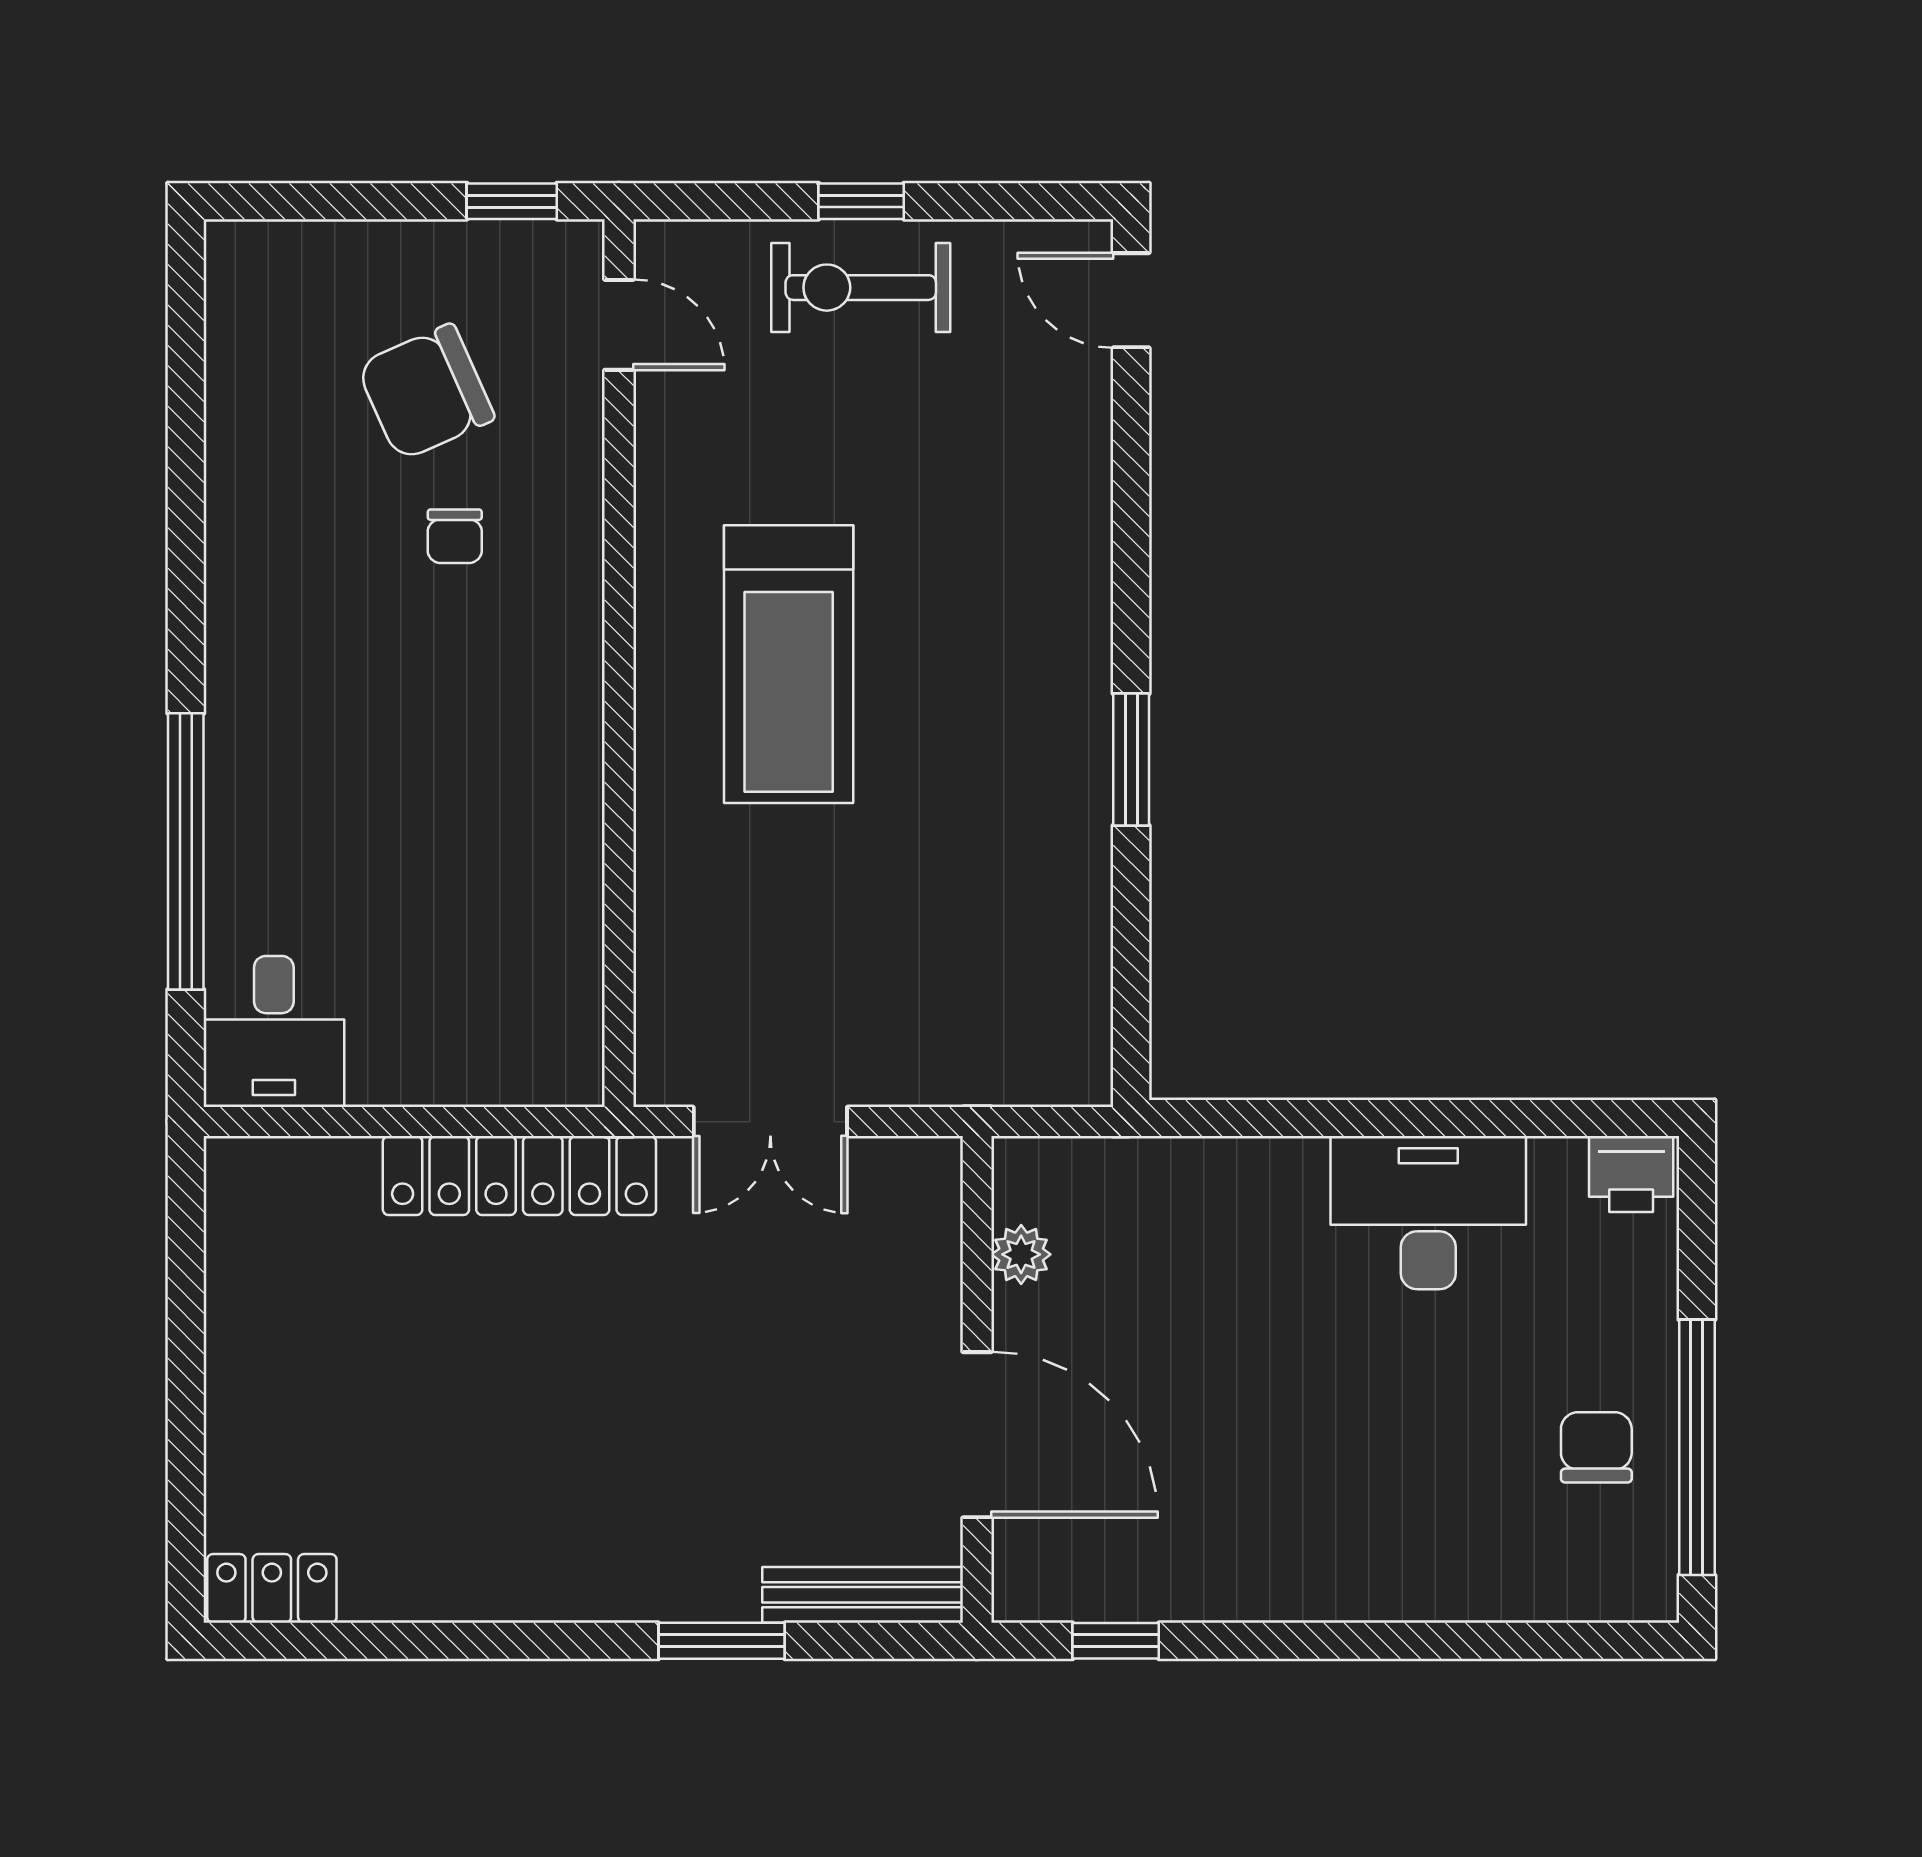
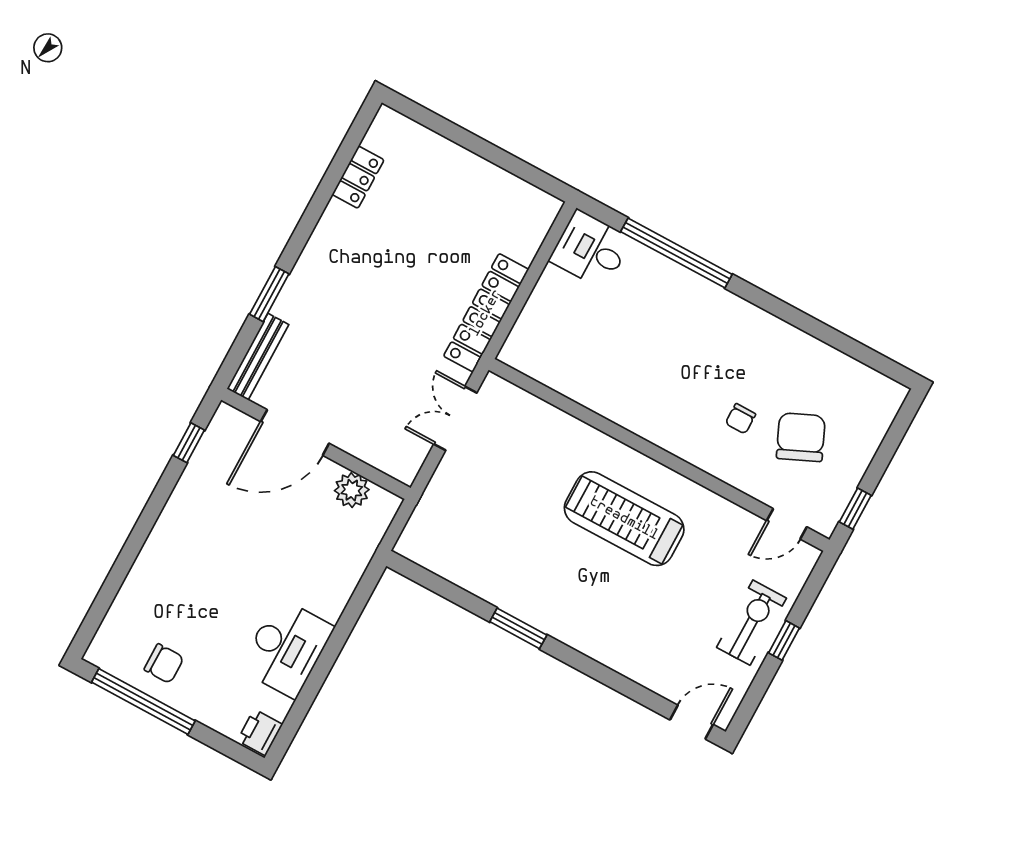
chair: (455, 536) -> (740, 419), turned -90
plant: (1021, 1254) -> (352, 490), width x1.38, depth x1.38
locker: (272, 1588) -> (358, 177), moved

